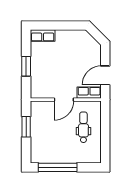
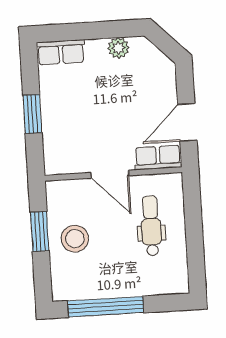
plant: (72, 35) -> (118, 48), added
door: (64, 100) -> (110, 174), hinge flipped
stool: (44, 132) -> (75, 239), added

